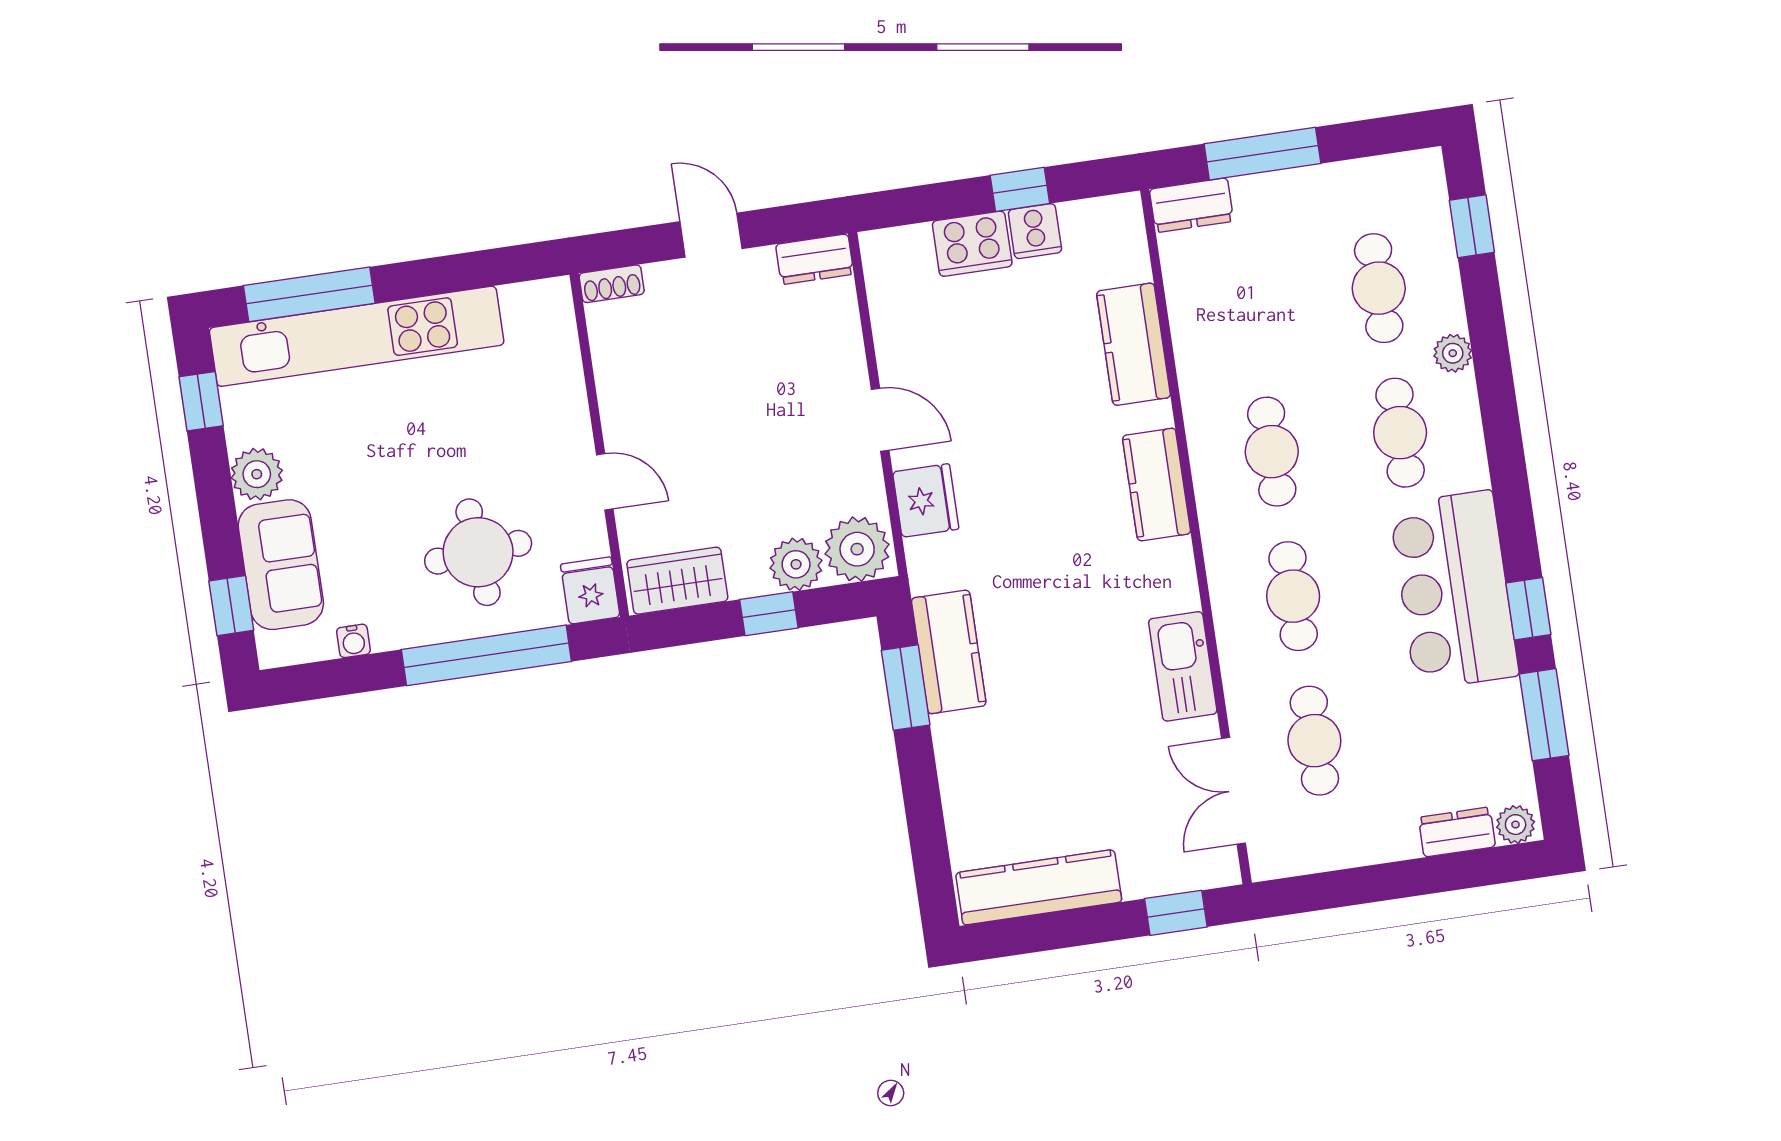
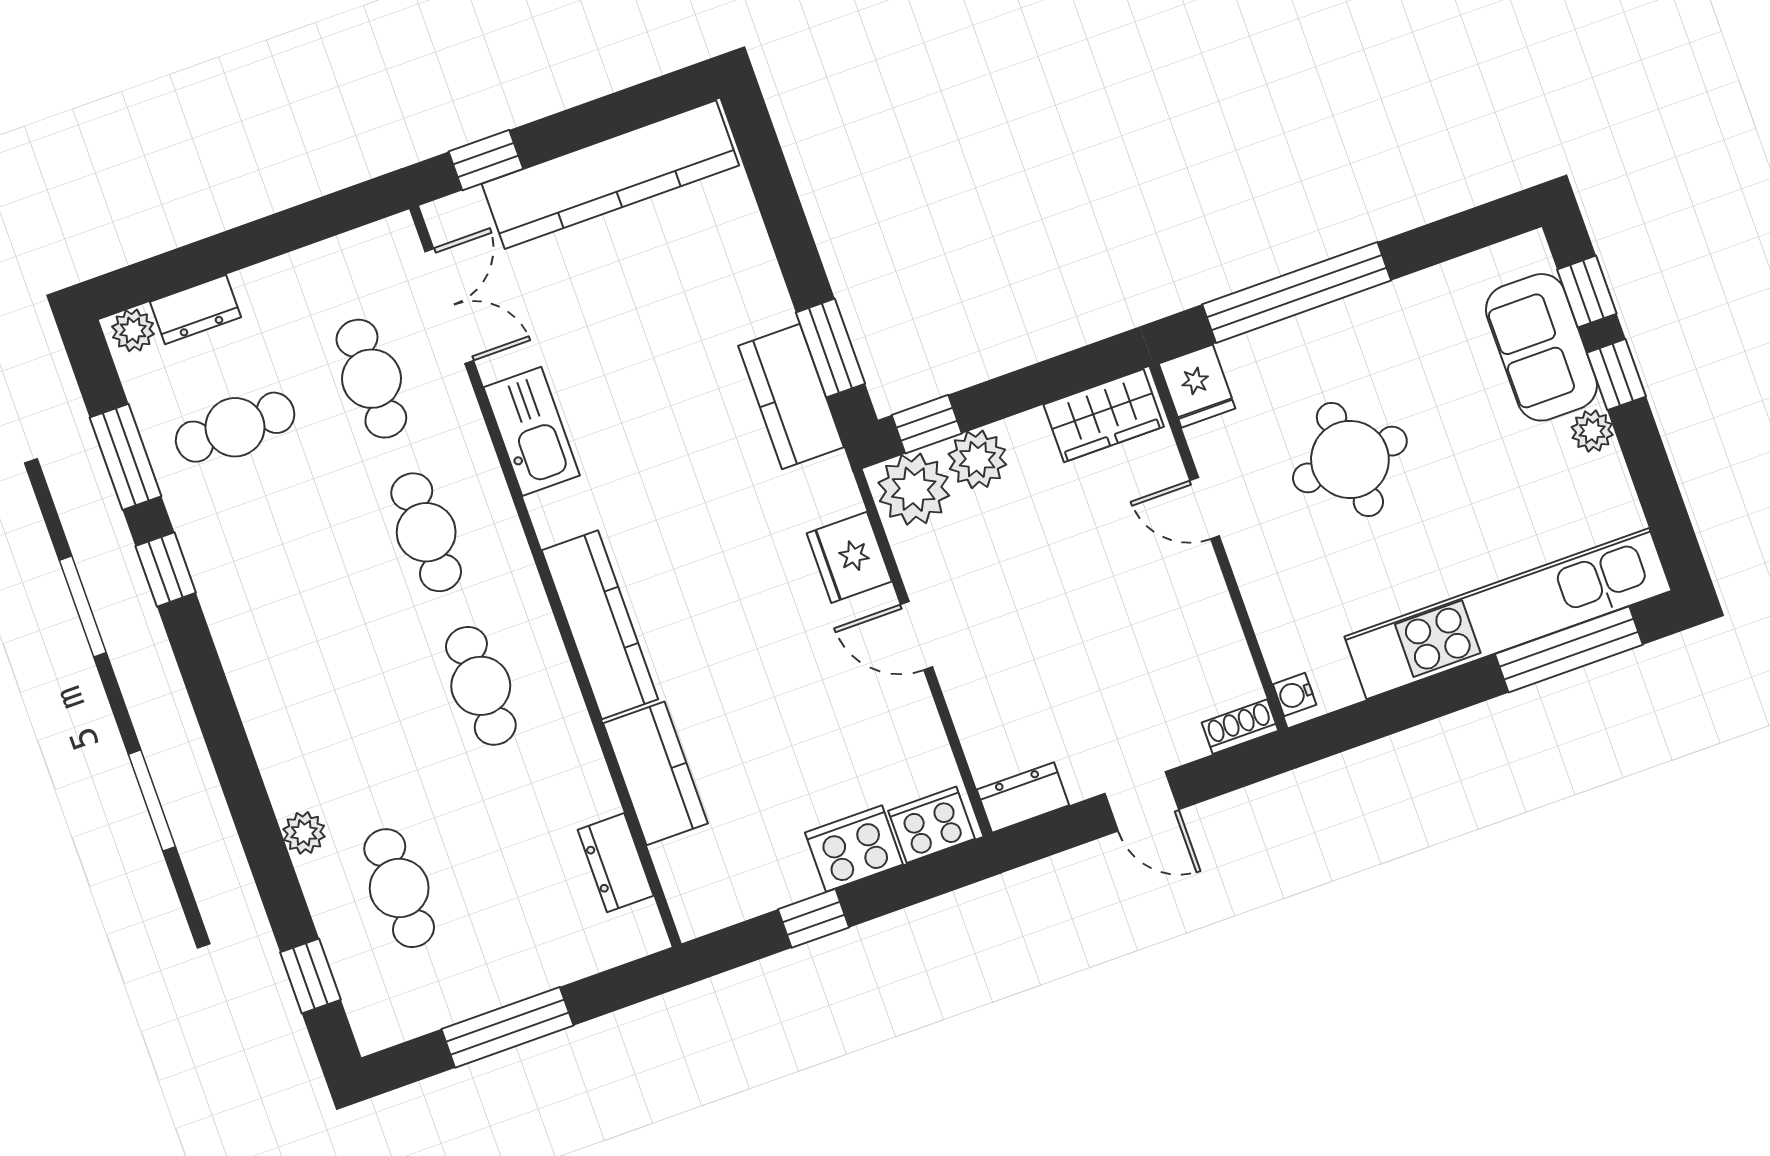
window: (1262, 154) -> (507, 1027), moved
dresser: (1192, 205) -> (616, 863), moved, turned -90
cooker: (1035, 231) -> (931, 825), moved, width x1.36
window: (201, 401) -> (1616, 375), moved
cafe table: (1400, 433) -> (235, 427), moved, turned 90
plant: (257, 474) -> (1592, 431), width x0.73, depth x0.73
kitchen counter: (1156, 485) -> (600, 625), width x1.50
round table: (478, 552) -> (1350, 460), moved
bar counter: (1454, 590) -> (251, 574), removed
window: (769, 614) -> (927, 424), moved
water cooler: (353, 641) -> (1295, 695), moved, turned -90
kitchen counter: (1039, 887) -> (610, 175), width x1.39, depth x1.17

